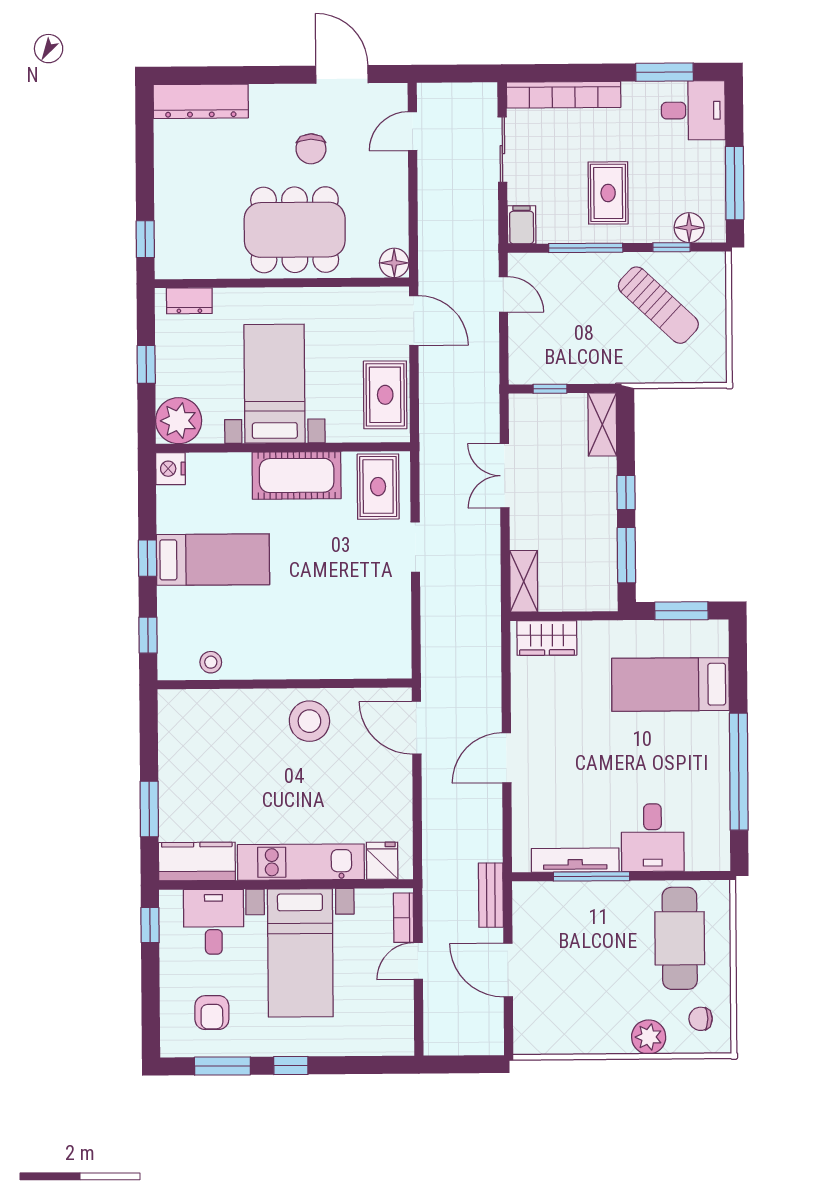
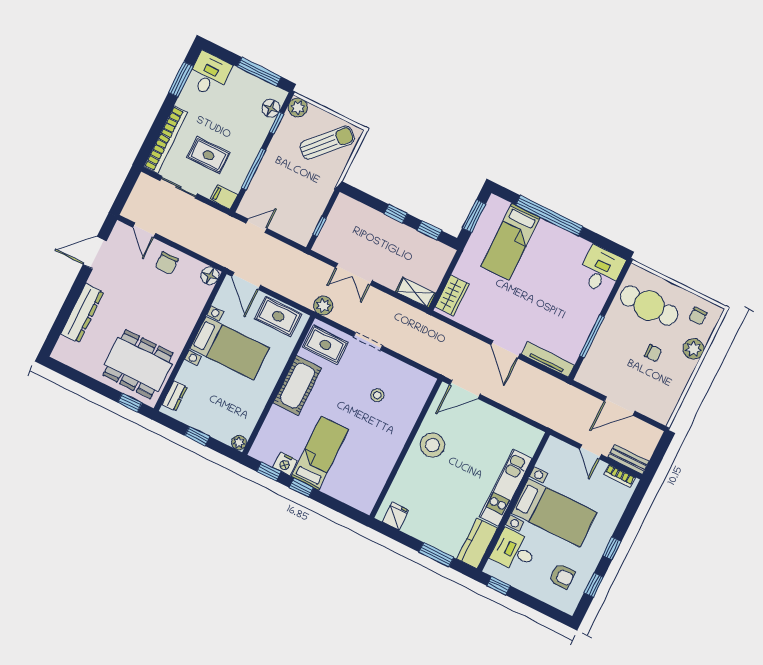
dresser: (201, 101) -> (82, 313), moved
chair: (311, 149) -> (167, 263), moved, turned 89
rug: (608, 193) -> (208, 155), moved
dining table: (295, 230) -> (138, 364), moved, turned 90
plant: (710, 267) -> (298, 107), added
sun lounger: (658, 305) -> (327, 143), moved
door: (414, 321) -> (246, 281), swing flipped
bed with nightstands: (275, 384) -> (230, 348), moved, turned 180
plant: (179, 421) -> (239, 443), width x0.53, depth x0.53
shelving: (602, 424) -> (353, 208), removed
plant: (435, 454) -> (323, 306), added
nightstand: (171, 469) -> (285, 464), moved
window: (626, 555) -> (429, 230), width x0.67
window: (148, 635) -> (269, 472), moved
stool: (211, 662) -> (377, 395), moved
window: (739, 772) -> (549, 216), moved
desk: (653, 838) -> (601, 270), moved, turned -90
tv unit: (575, 860) -> (548, 360), moved, turned 90
fridge: (382, 861) -> (395, 516), moved, turned 90
bench: (491, 895) -> (629, 459), moved
bookcase: (404, 918) -> (619, 476), moved
chair: (612, 980) -> (653, 353), added
window: (222, 1066) -> (594, 585), width x0.67

